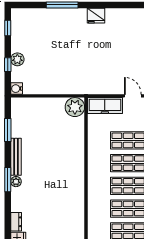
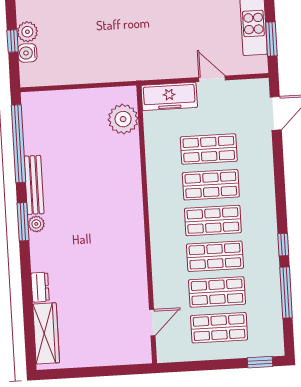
water cooler: (17, 89) -> (27, 53), moved
plant: (75, 107) -> (123, 119), moved
window: (8, 130) -> (18, 144), width x2.11

